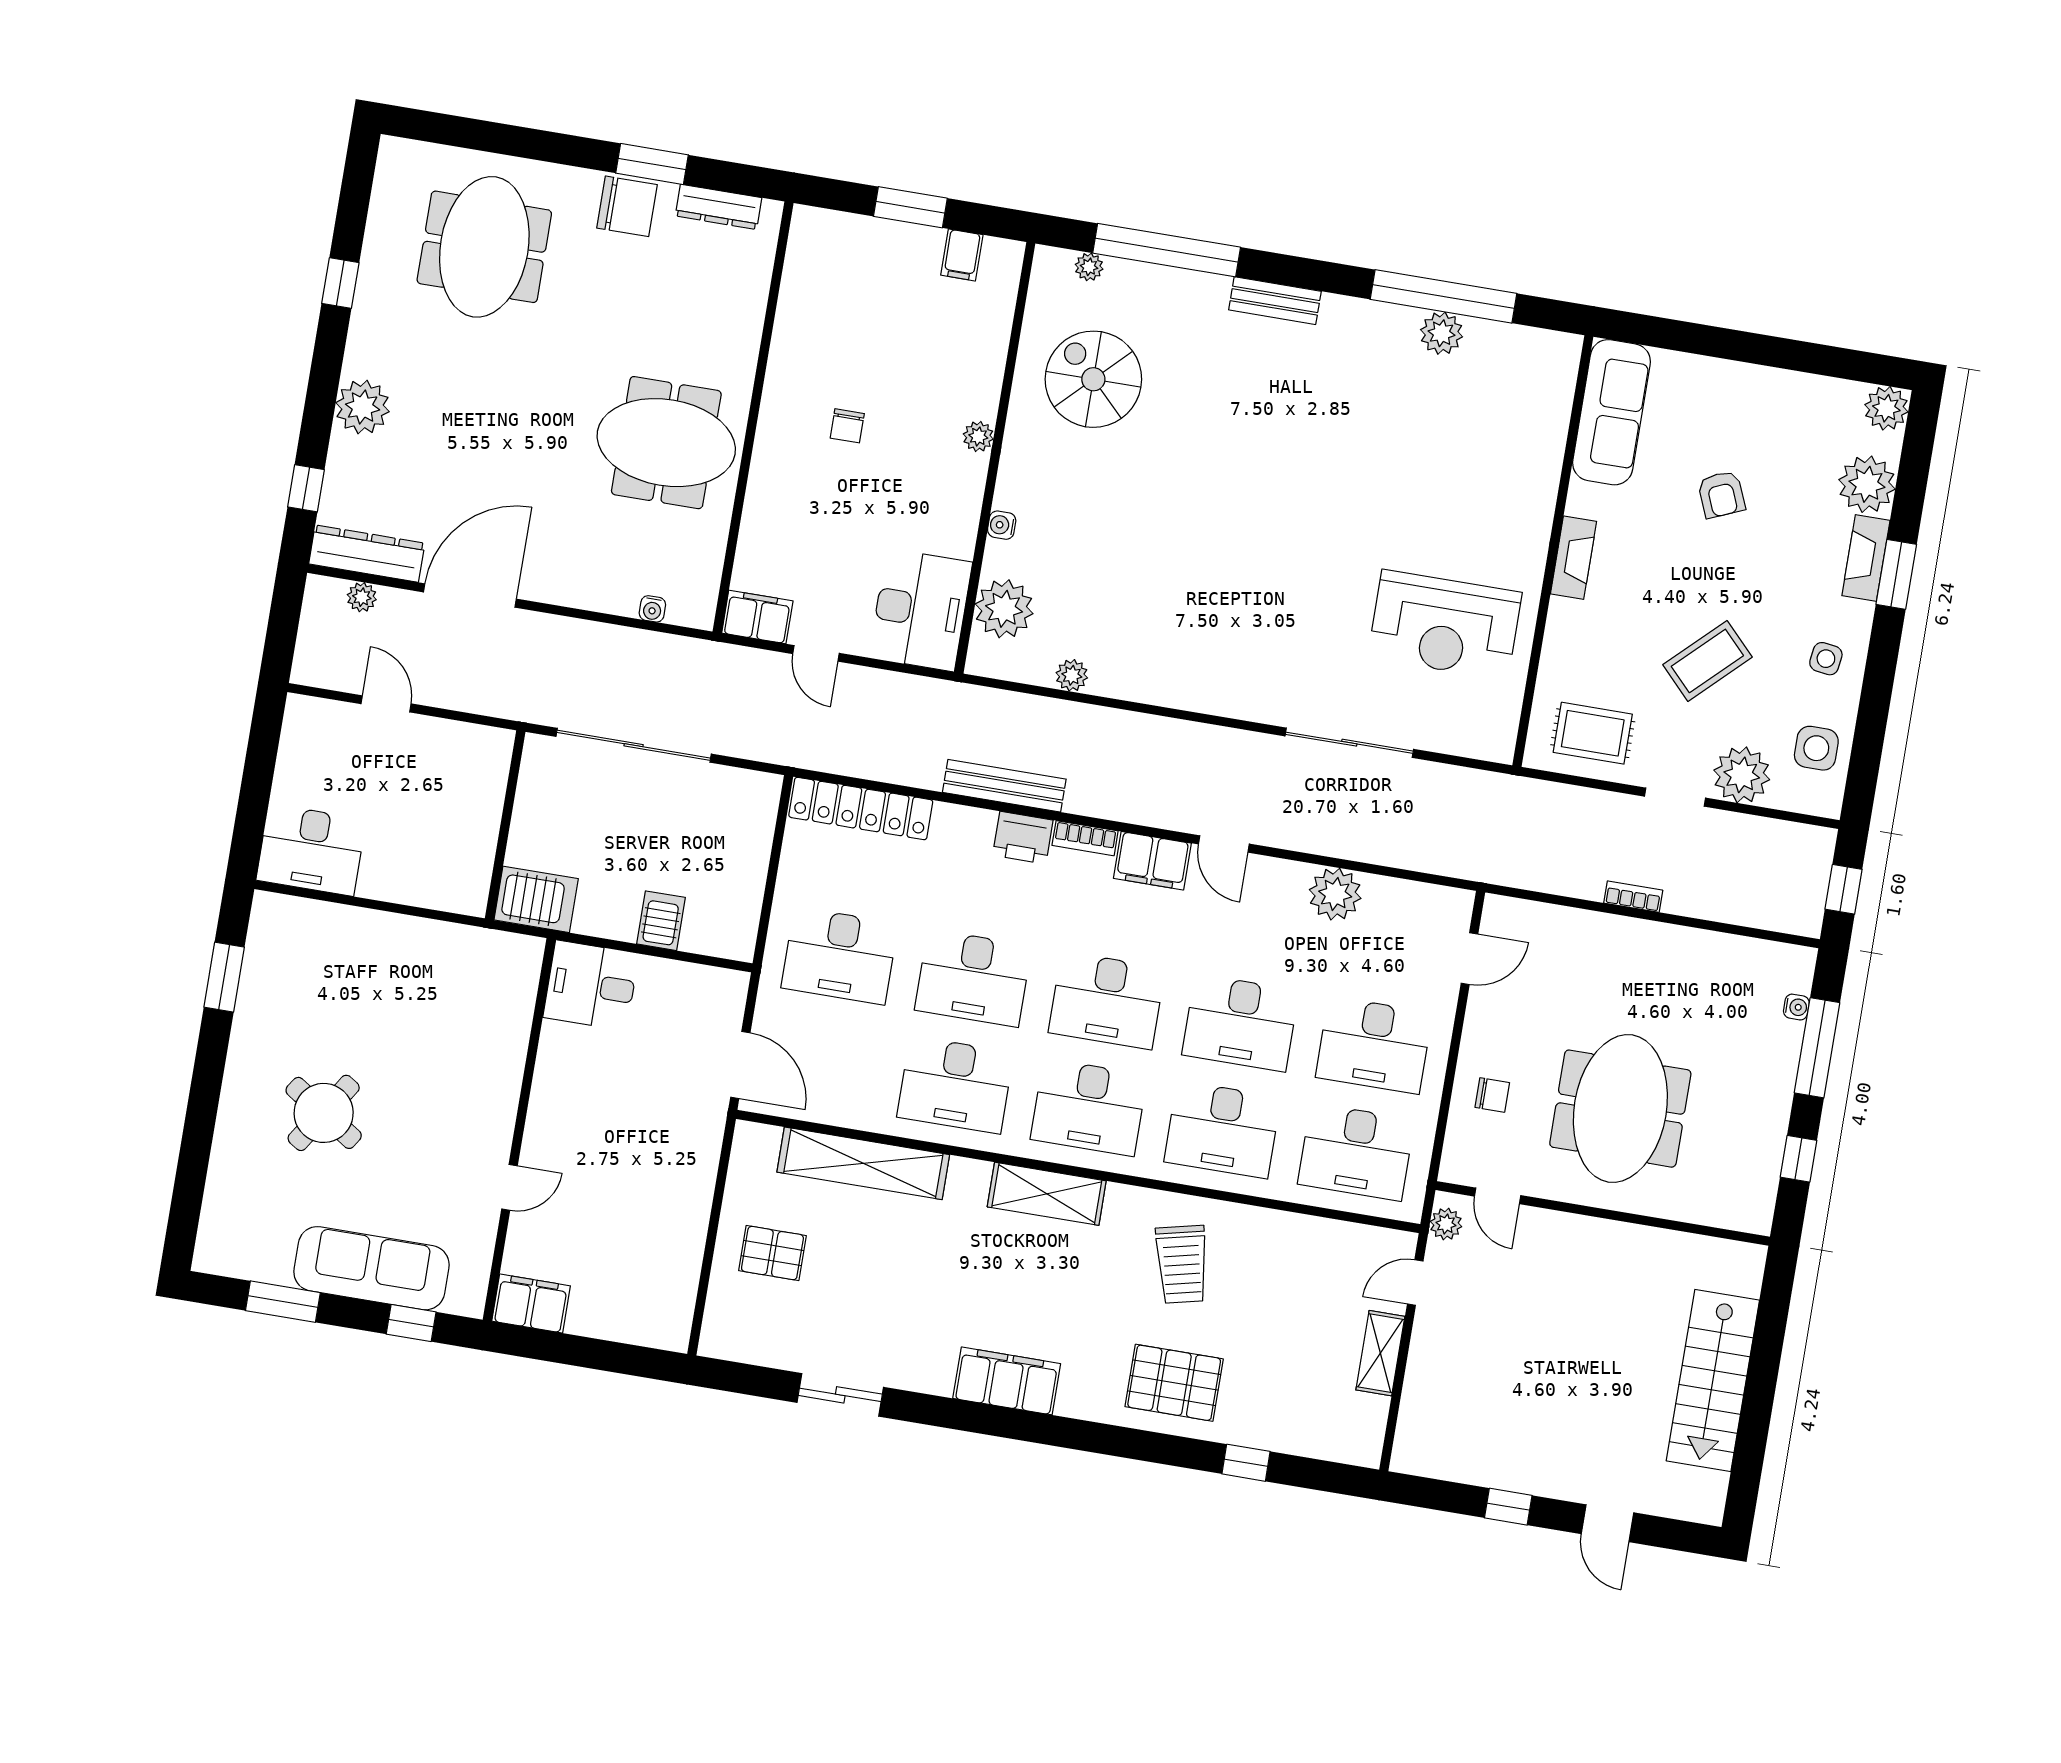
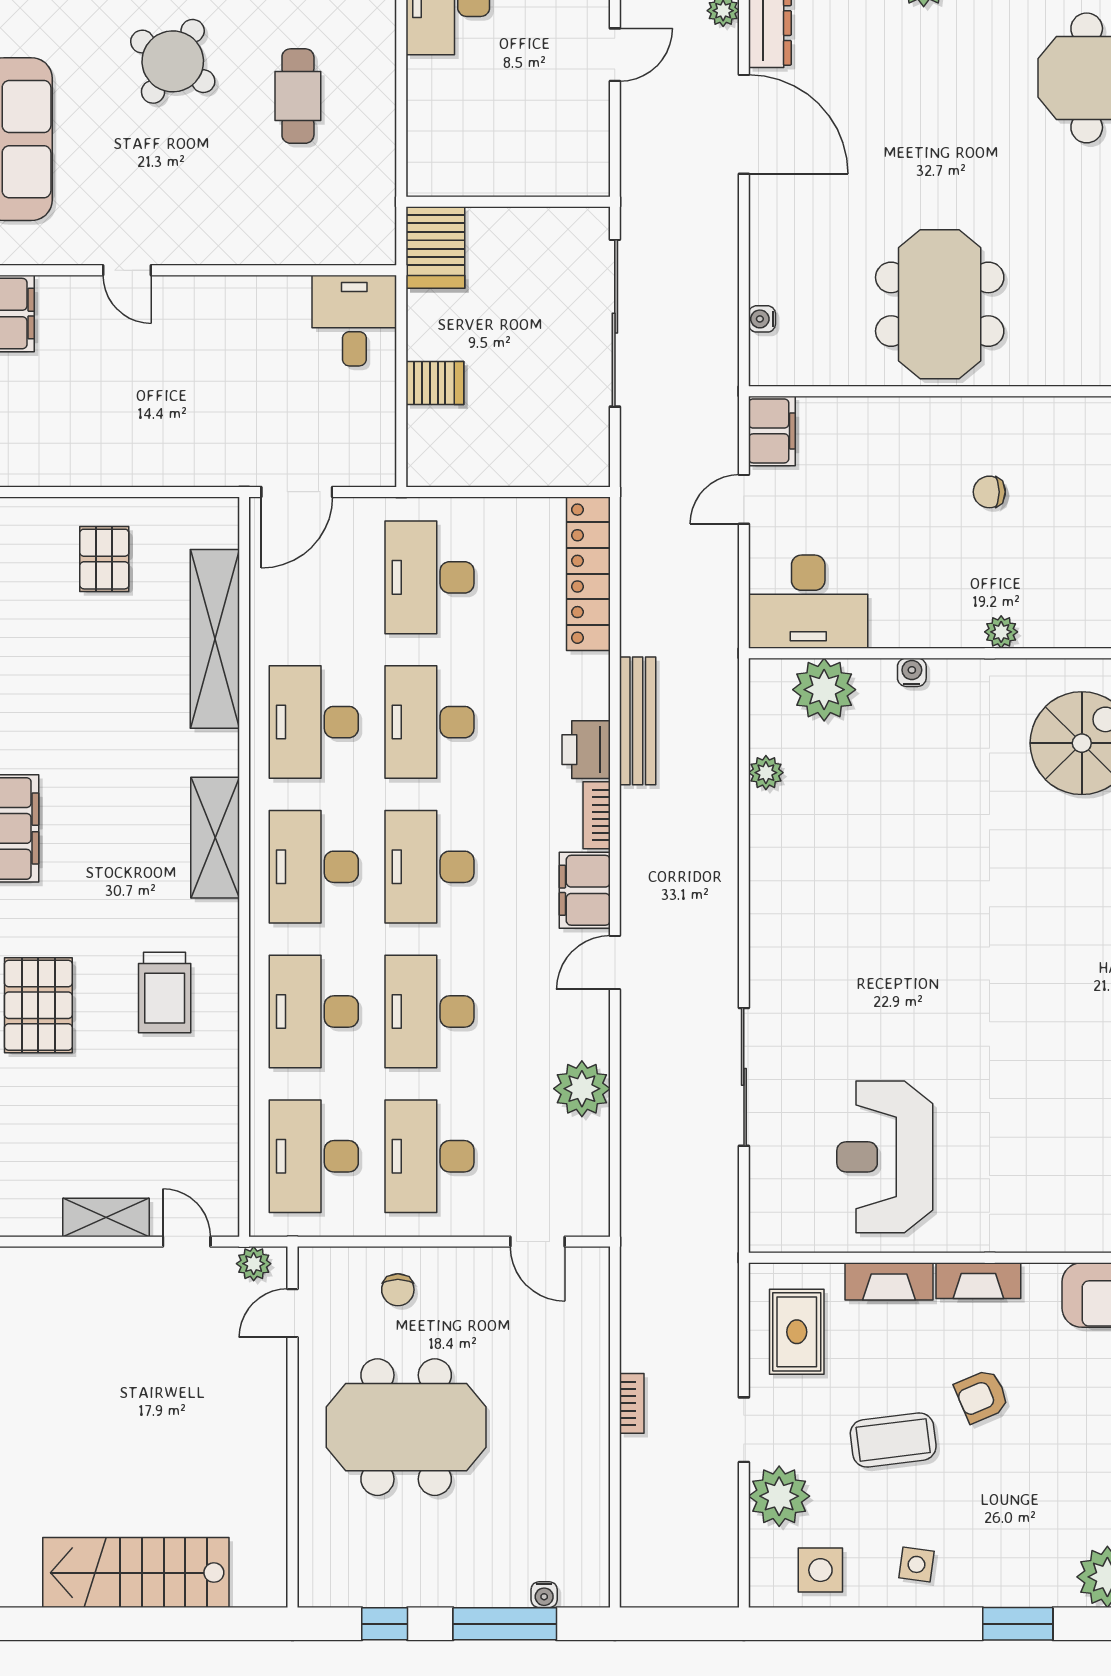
armchair: (1721, 494) -> (982, 1396), moved
fireplace: (1866, 558) -> (889, 1281), moved, turned 180
coffee table: (1707, 661) -> (893, 1440), turned -53
window: (1844, 889) -> (676, 1624), removed
cafe table: (375, 1003) -> (298, 96), added
trolley: (1182, 1264) -> (165, 992), turned -77

